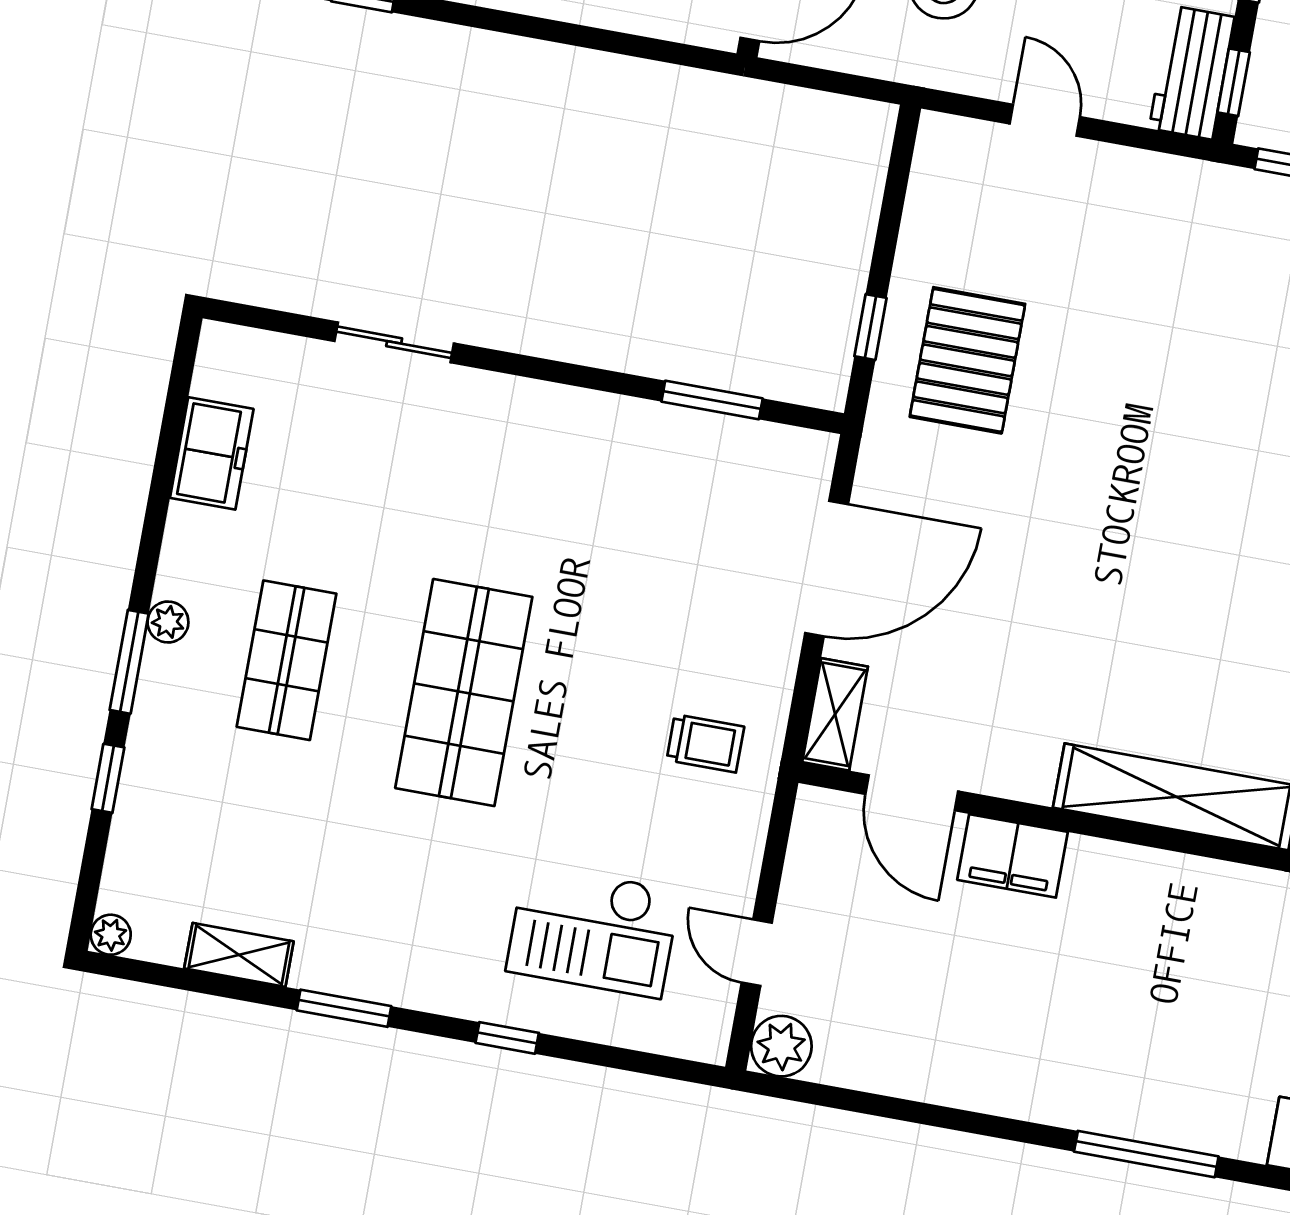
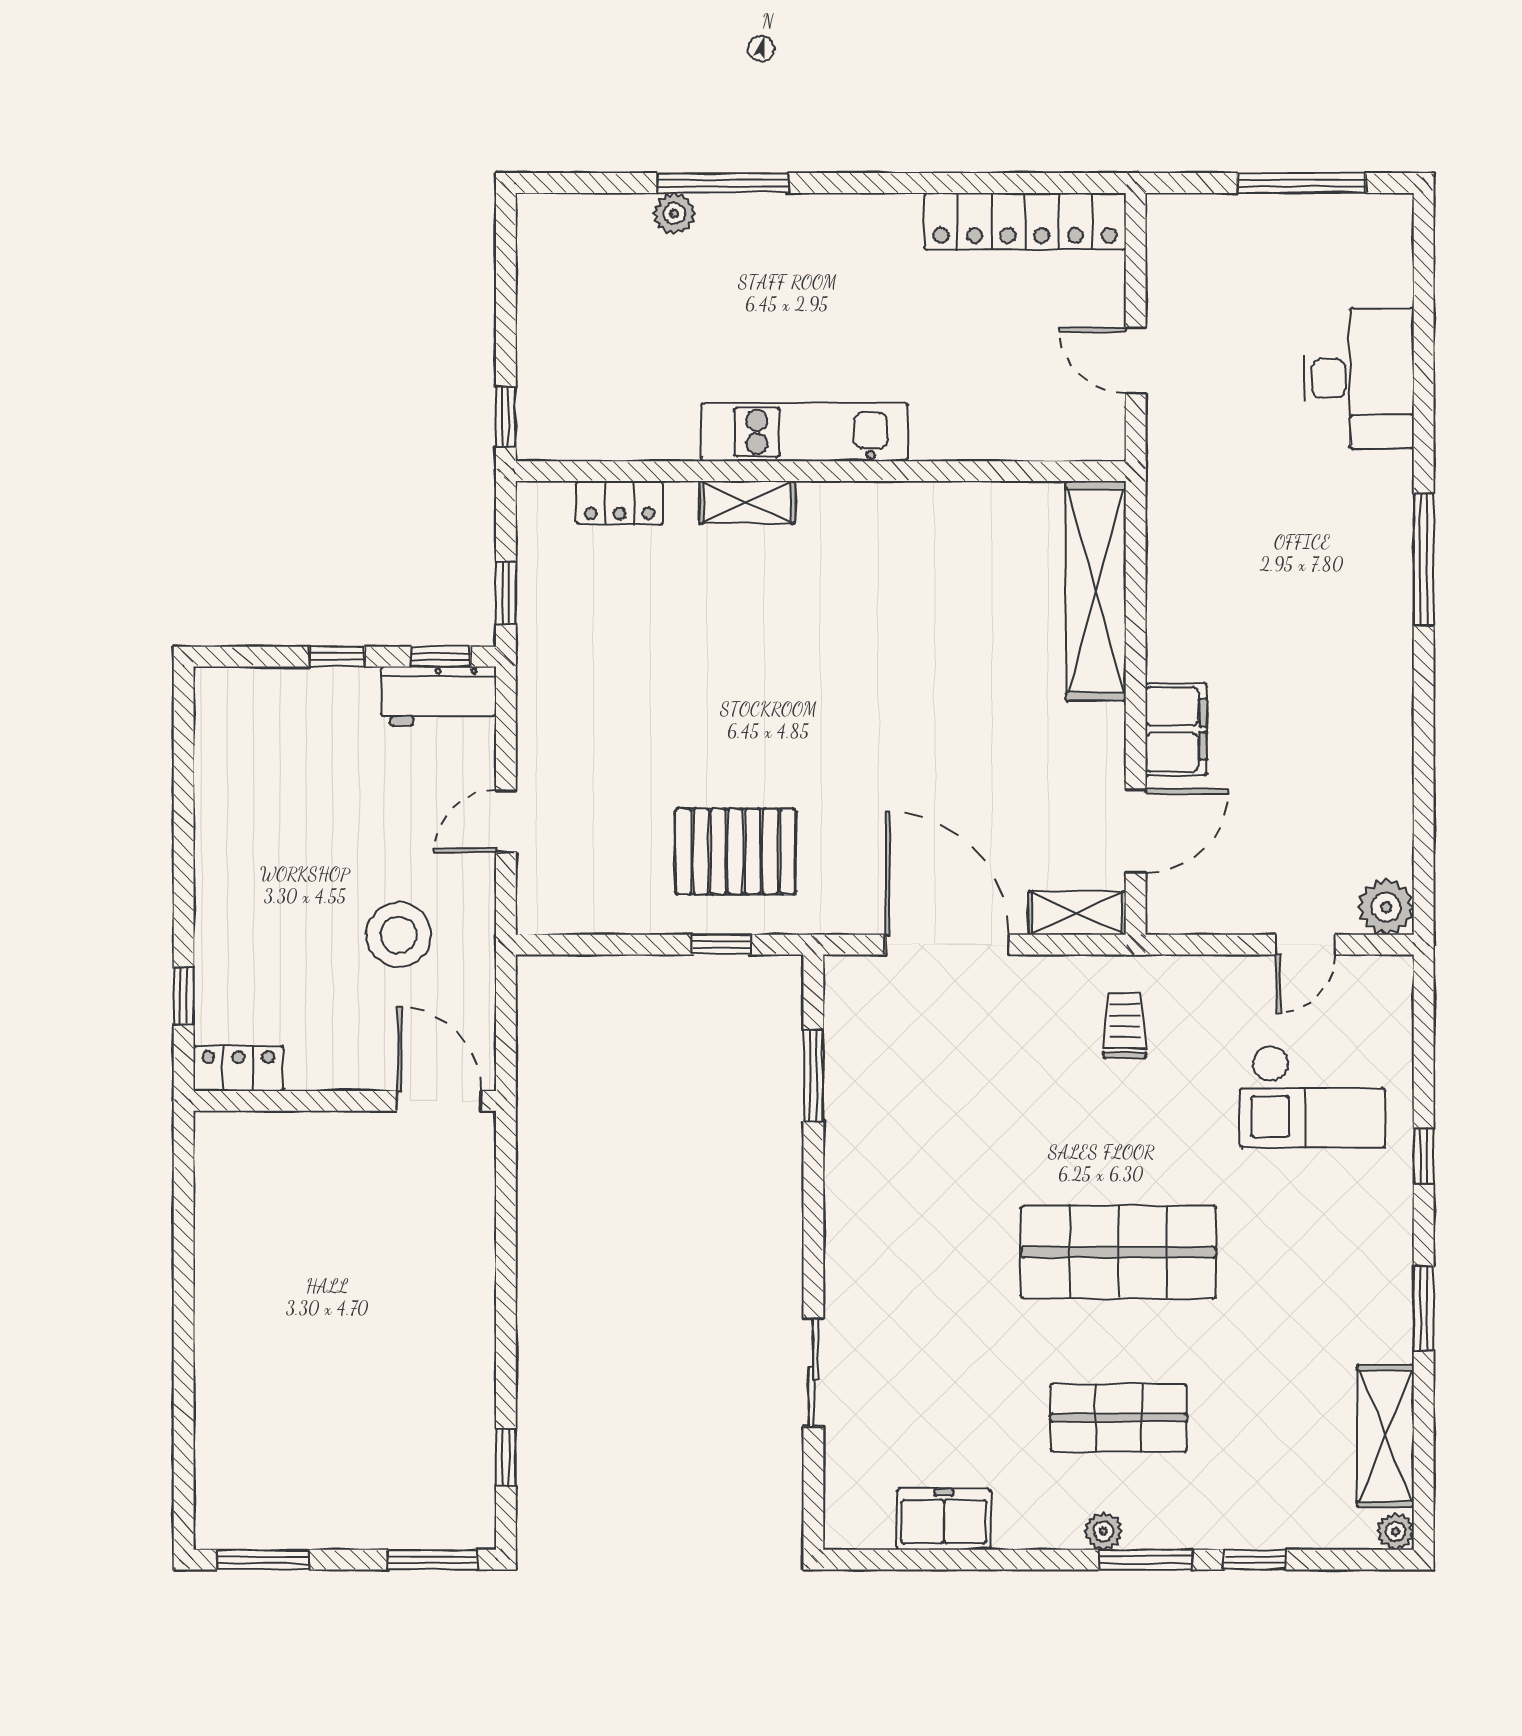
checkout: (593, 930) -> (1312, 1096), turned 90
shelving: (239, 955) -> (1386, 1436), width x1.50, depth x1.33

